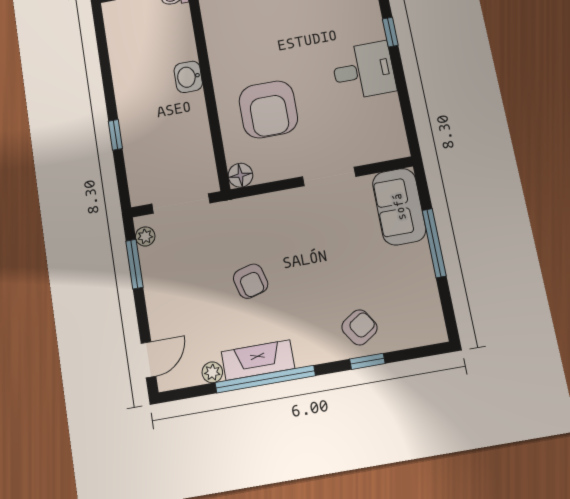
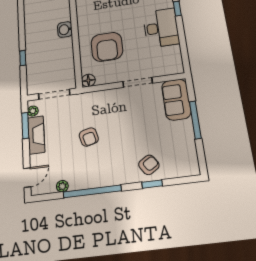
desk: (364, 71) -> (161, 28), width x1.37
fireplace: (258, 360) -> (36, 135), moved, turned 90

